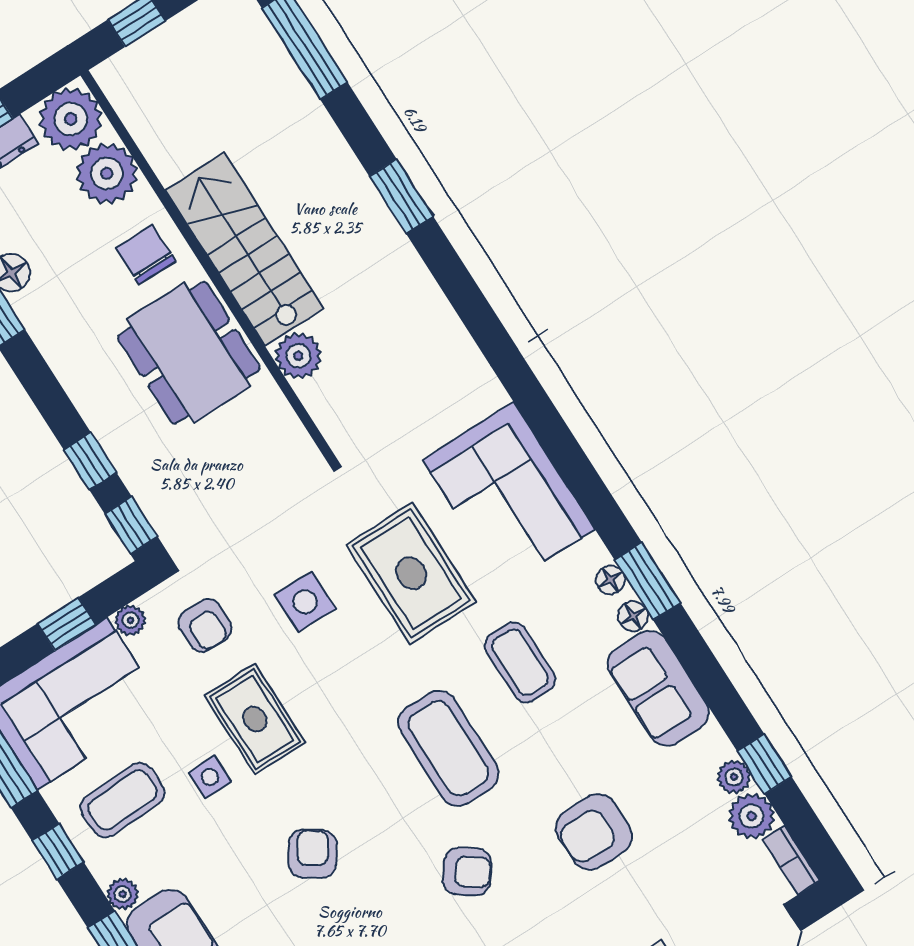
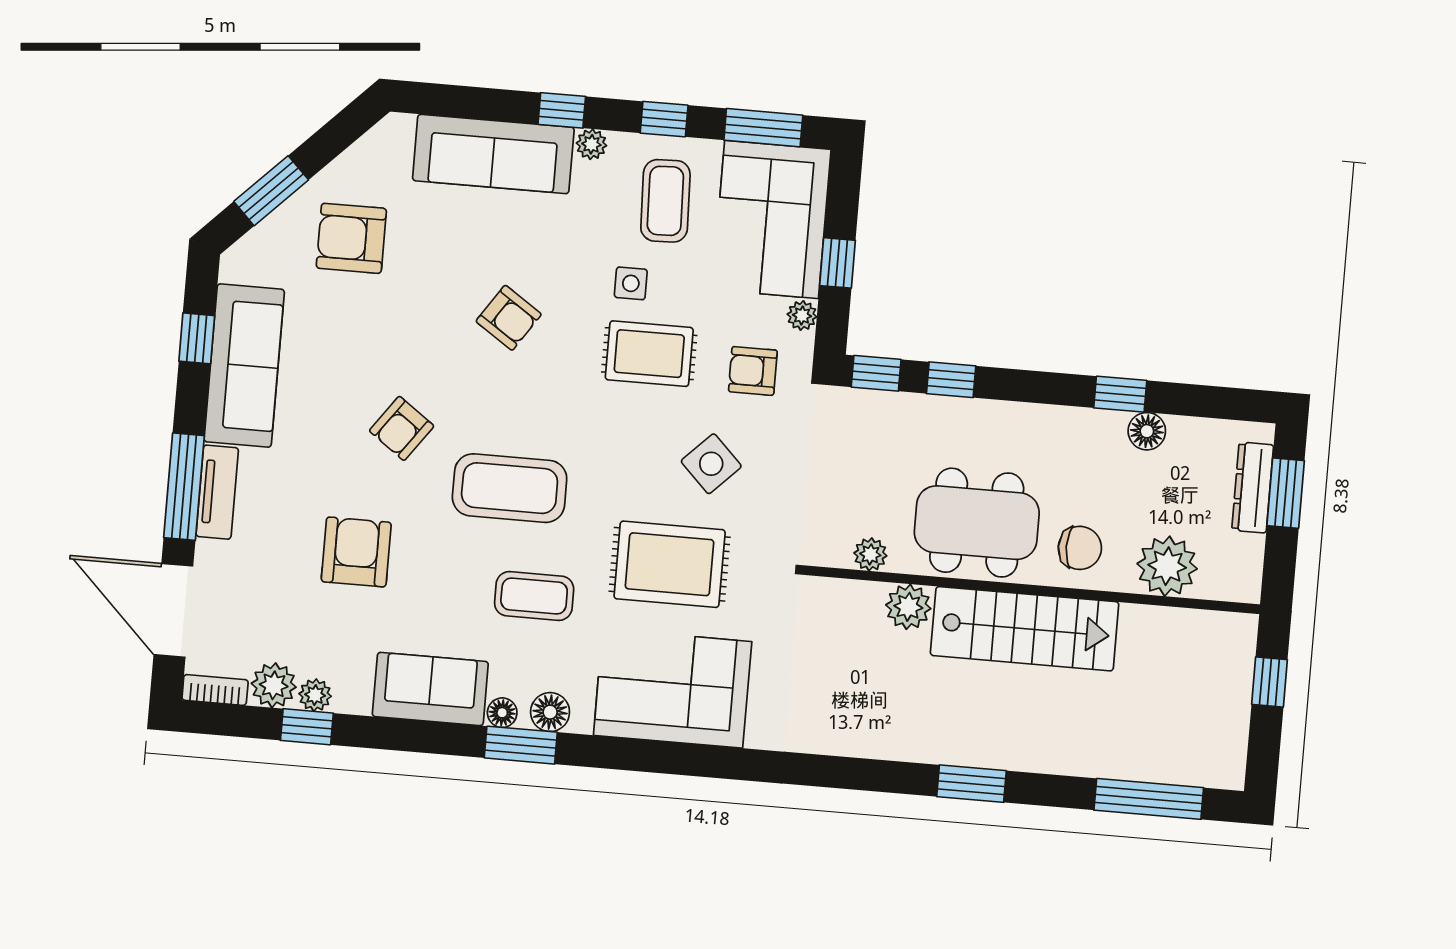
plant: (71, 119) -> (870, 554), moved, width x0.53, depth x0.53
floor lamp: (610, 580) -> (550, 712), width x1.37, depth x1.37
side table: (305, 602) -> (711, 464), turned 45

